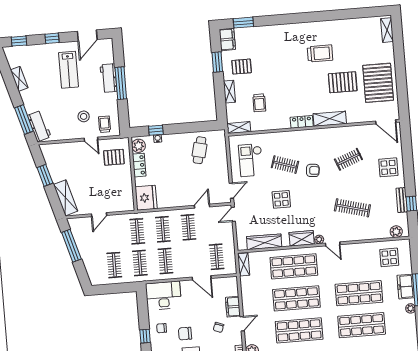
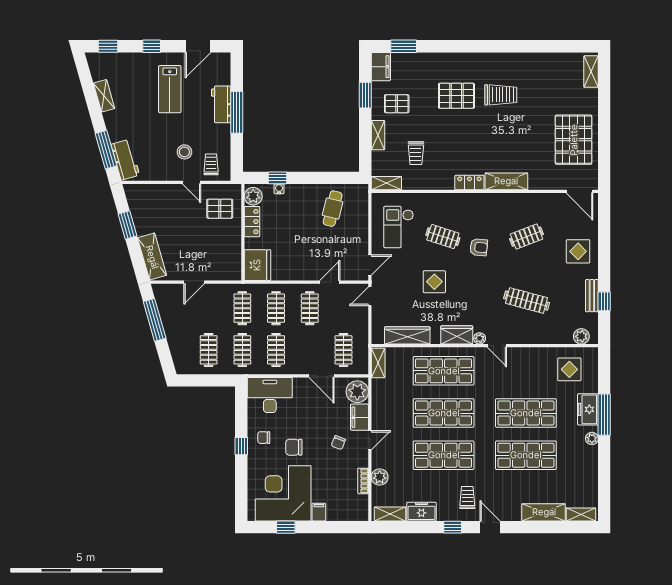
pallet: (343, 82) -> (456, 96), moved
plant: (230, 288) -> (357, 392), added

